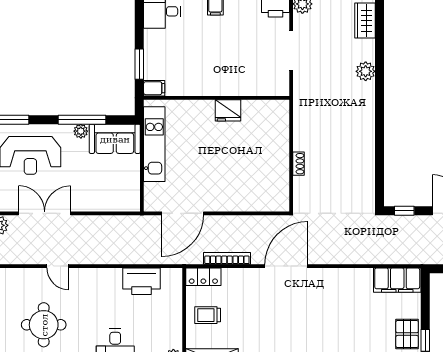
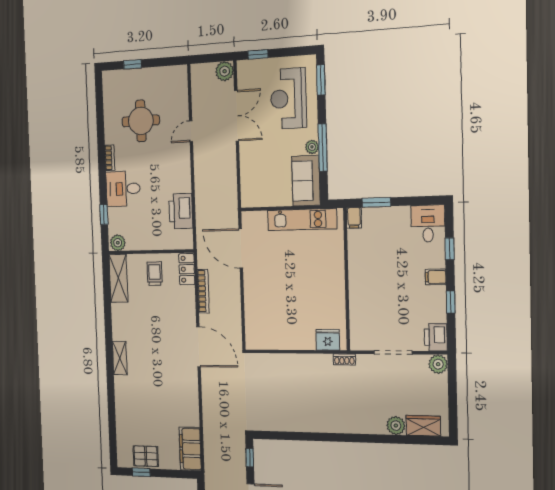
plant: (366, 71) -> (396, 426), moved
fridge: (228, 110) -> (328, 340), moved, turned 90
shoe rack: (298, 164) -> (344, 359), moved

